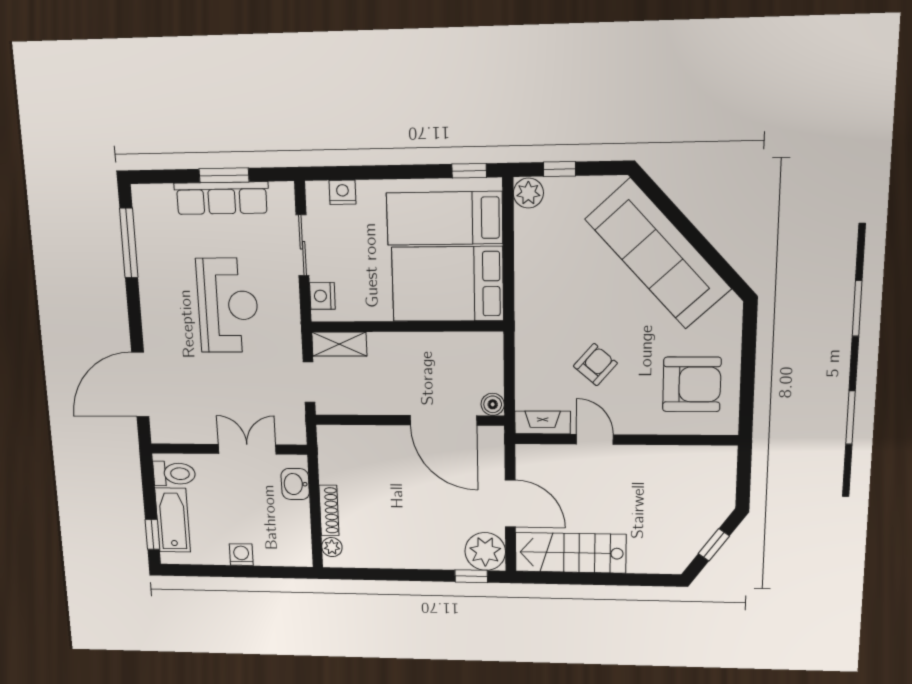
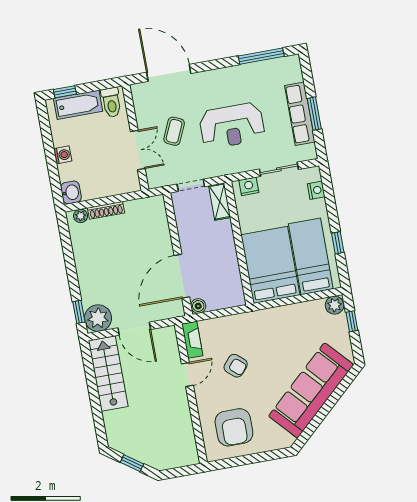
window: (469, 171) -> (338, 243), moved
coffee table: (226, 392) -> (174, 131), added
washbasin: (295, 484) -> (71, 192), moved, turned 90
door: (510, 504) -> (134, 329), hinge flipped

